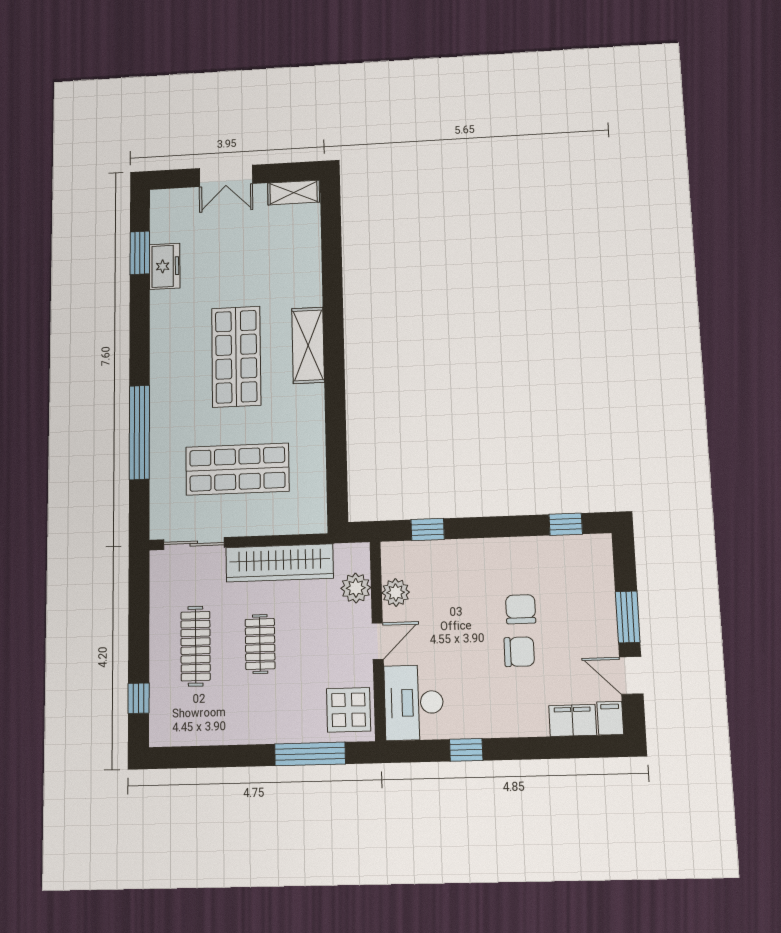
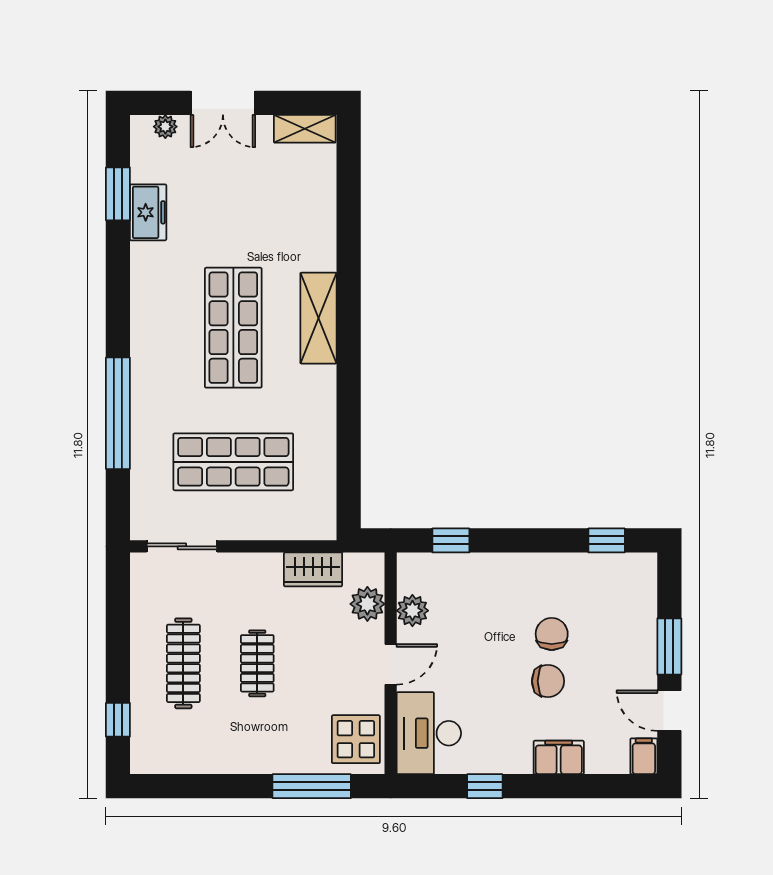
plant: (179, 197) -> (165, 127), added
wardrobe: (280, 563) -> (313, 569), width x0.48, depth x0.85
filing cabinet: (573, 720) -> (559, 757), moved

